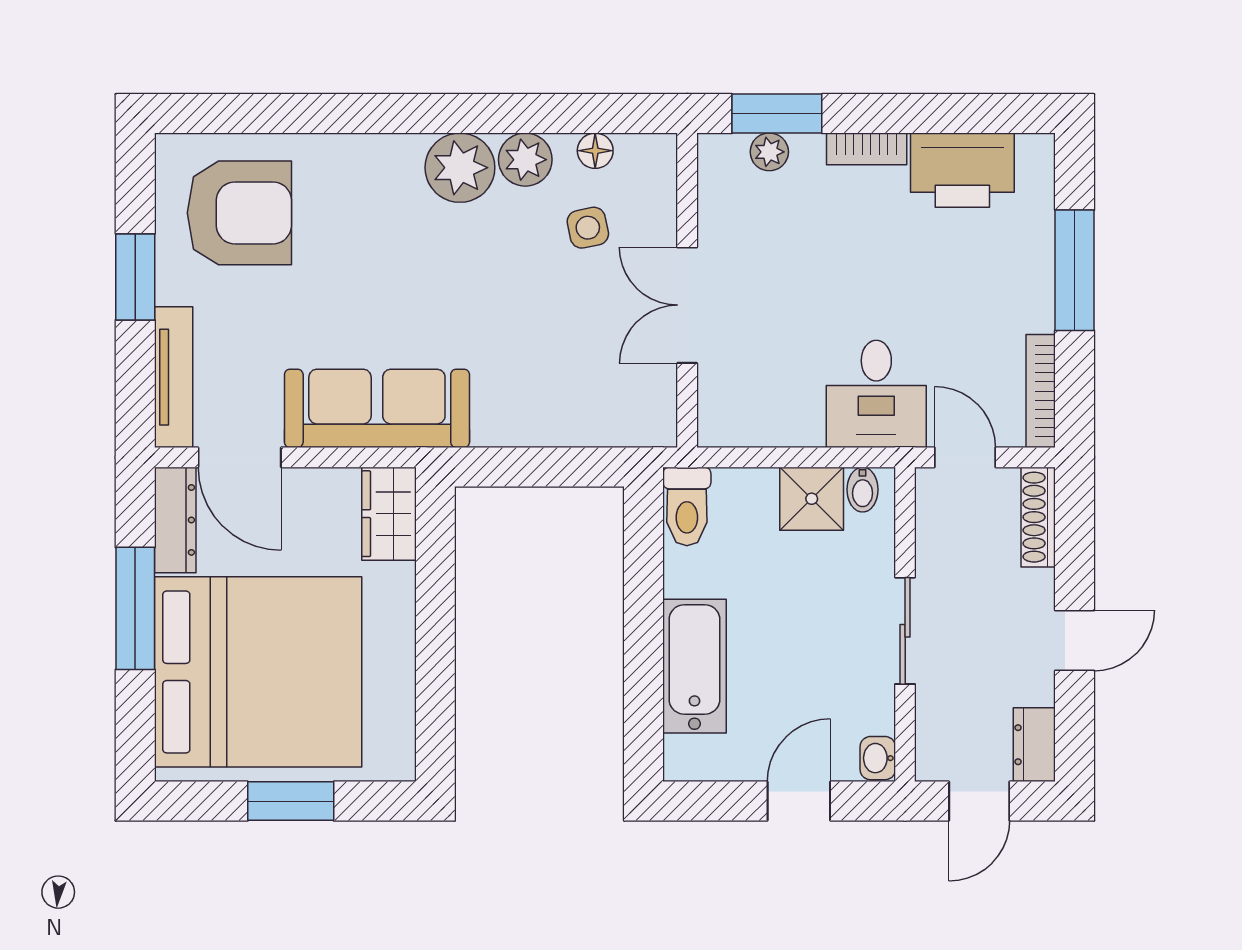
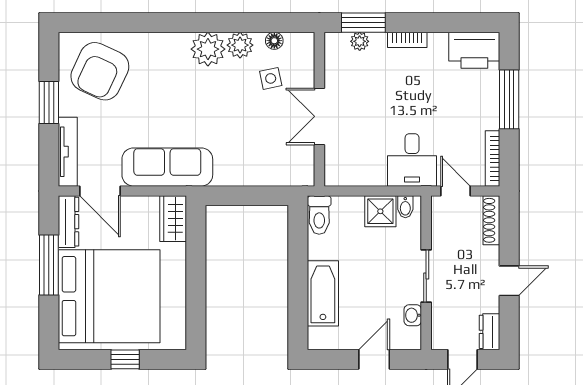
printer: (962, 170) -> (474, 50), moved
armchair: (239, 213) -> (100, 71), turned 115
washbasin: (878, 758) -> (413, 315), moved
window: (291, 801) -> (125, 359), width x0.67

